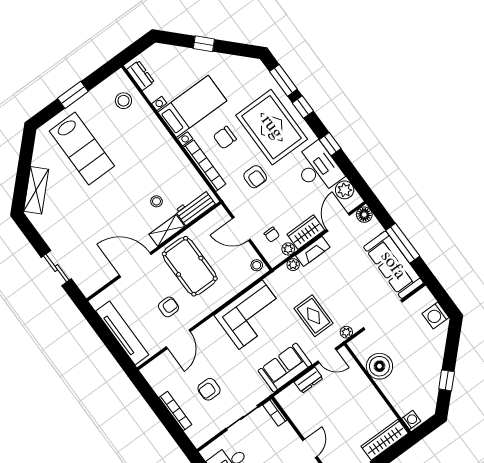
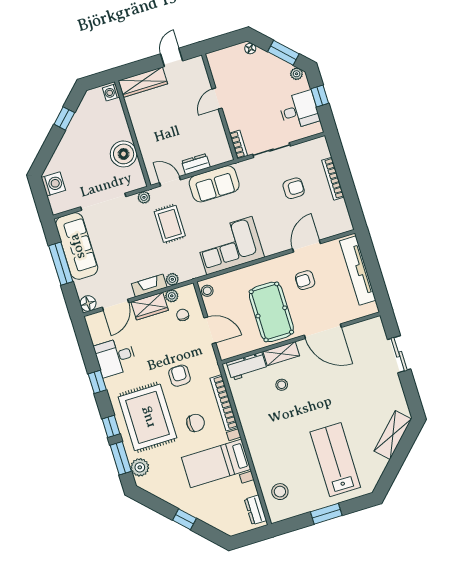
desk: (318, 168) -> (115, 357), width x0.73
plant: (345, 190) -> (140, 467), moved

